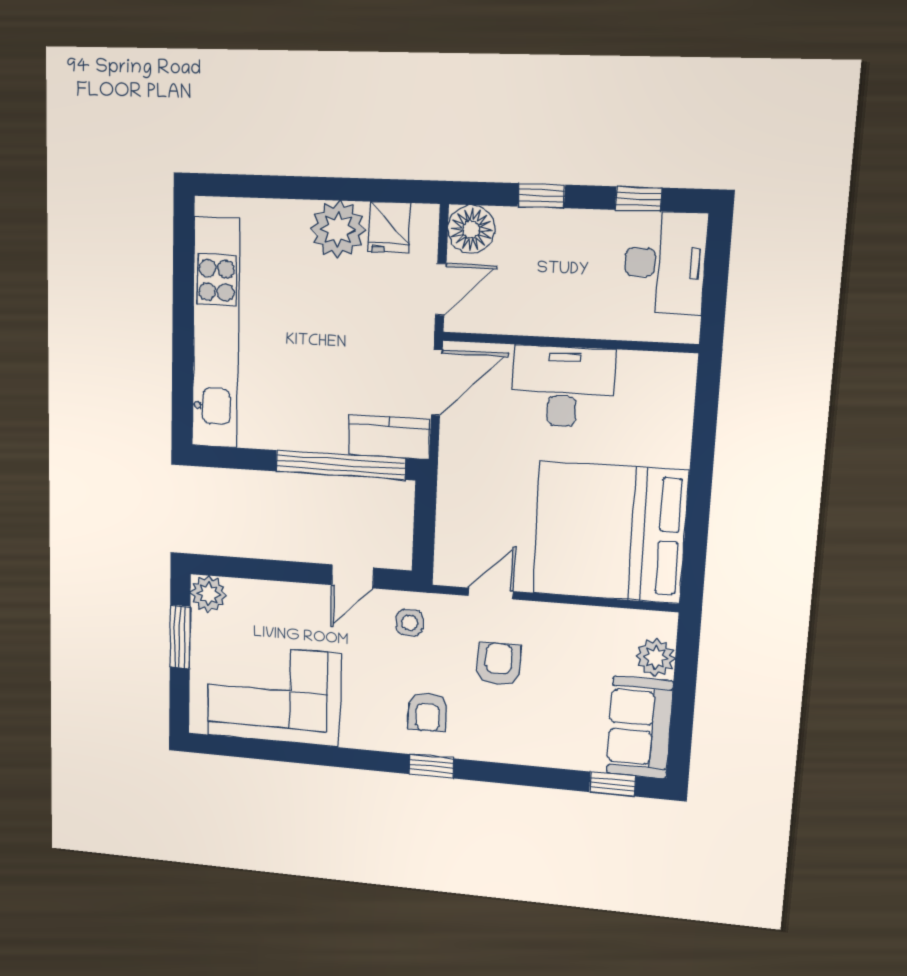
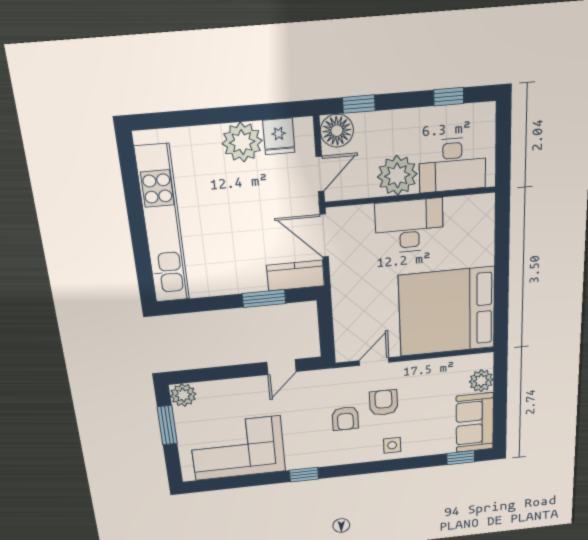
window: (541, 196) -> (359, 104), moved
desk: (665, 263) -> (452, 165), moved, turned 90
plant: (552, 307) -> (397, 175), added
door: (437, 383) -> (324, 236), swing flipped
window: (340, 465) -> (264, 299), width x0.47
side table: (410, 623) -> (392, 445), moved
armchair: (428, 712) -> (345, 418), moved
window: (431, 766) -> (304, 475), moved

